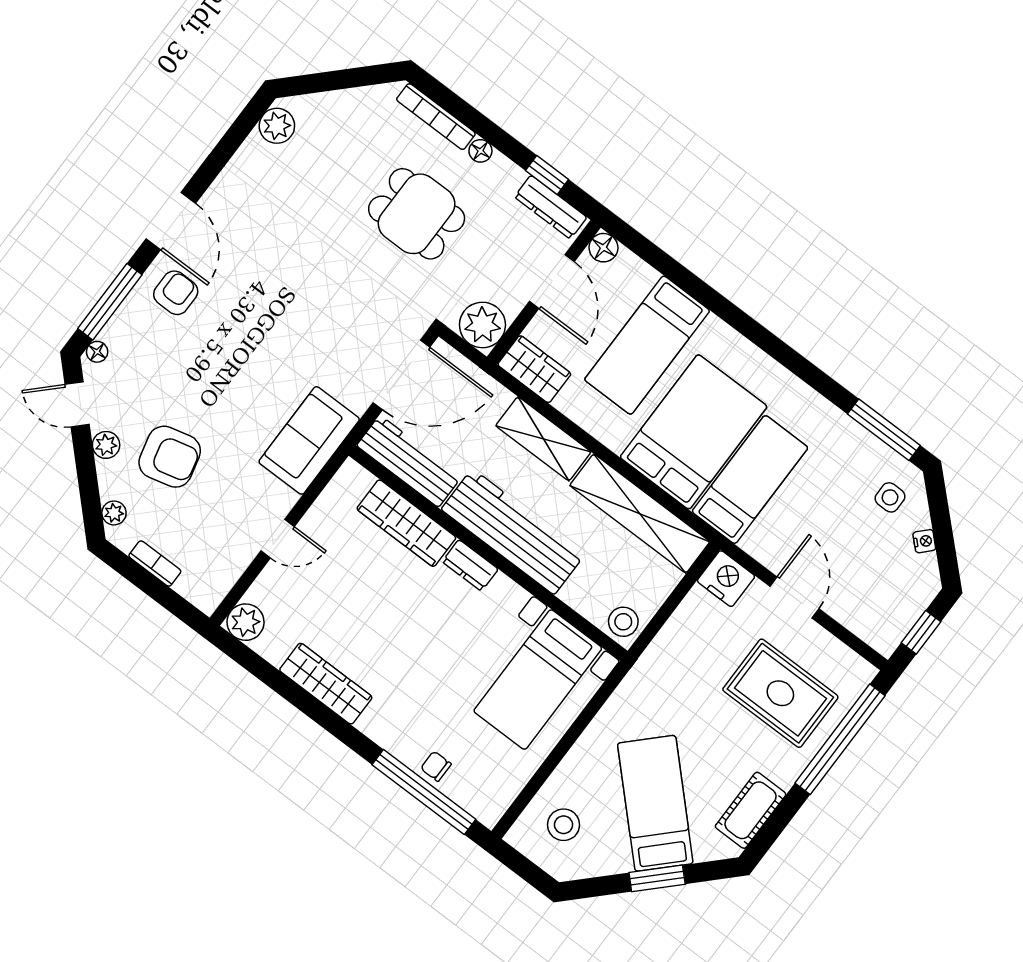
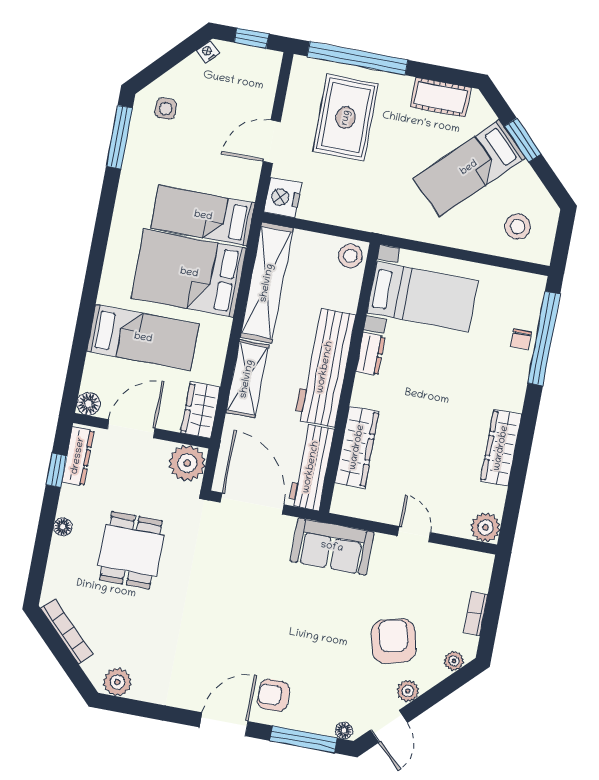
bookcase: (436, 117) -> (67, 631), moved, turned -45
nightstand: (924, 541) -> (208, 52), moved
dresser: (470, 565) -> (371, 354), moved

